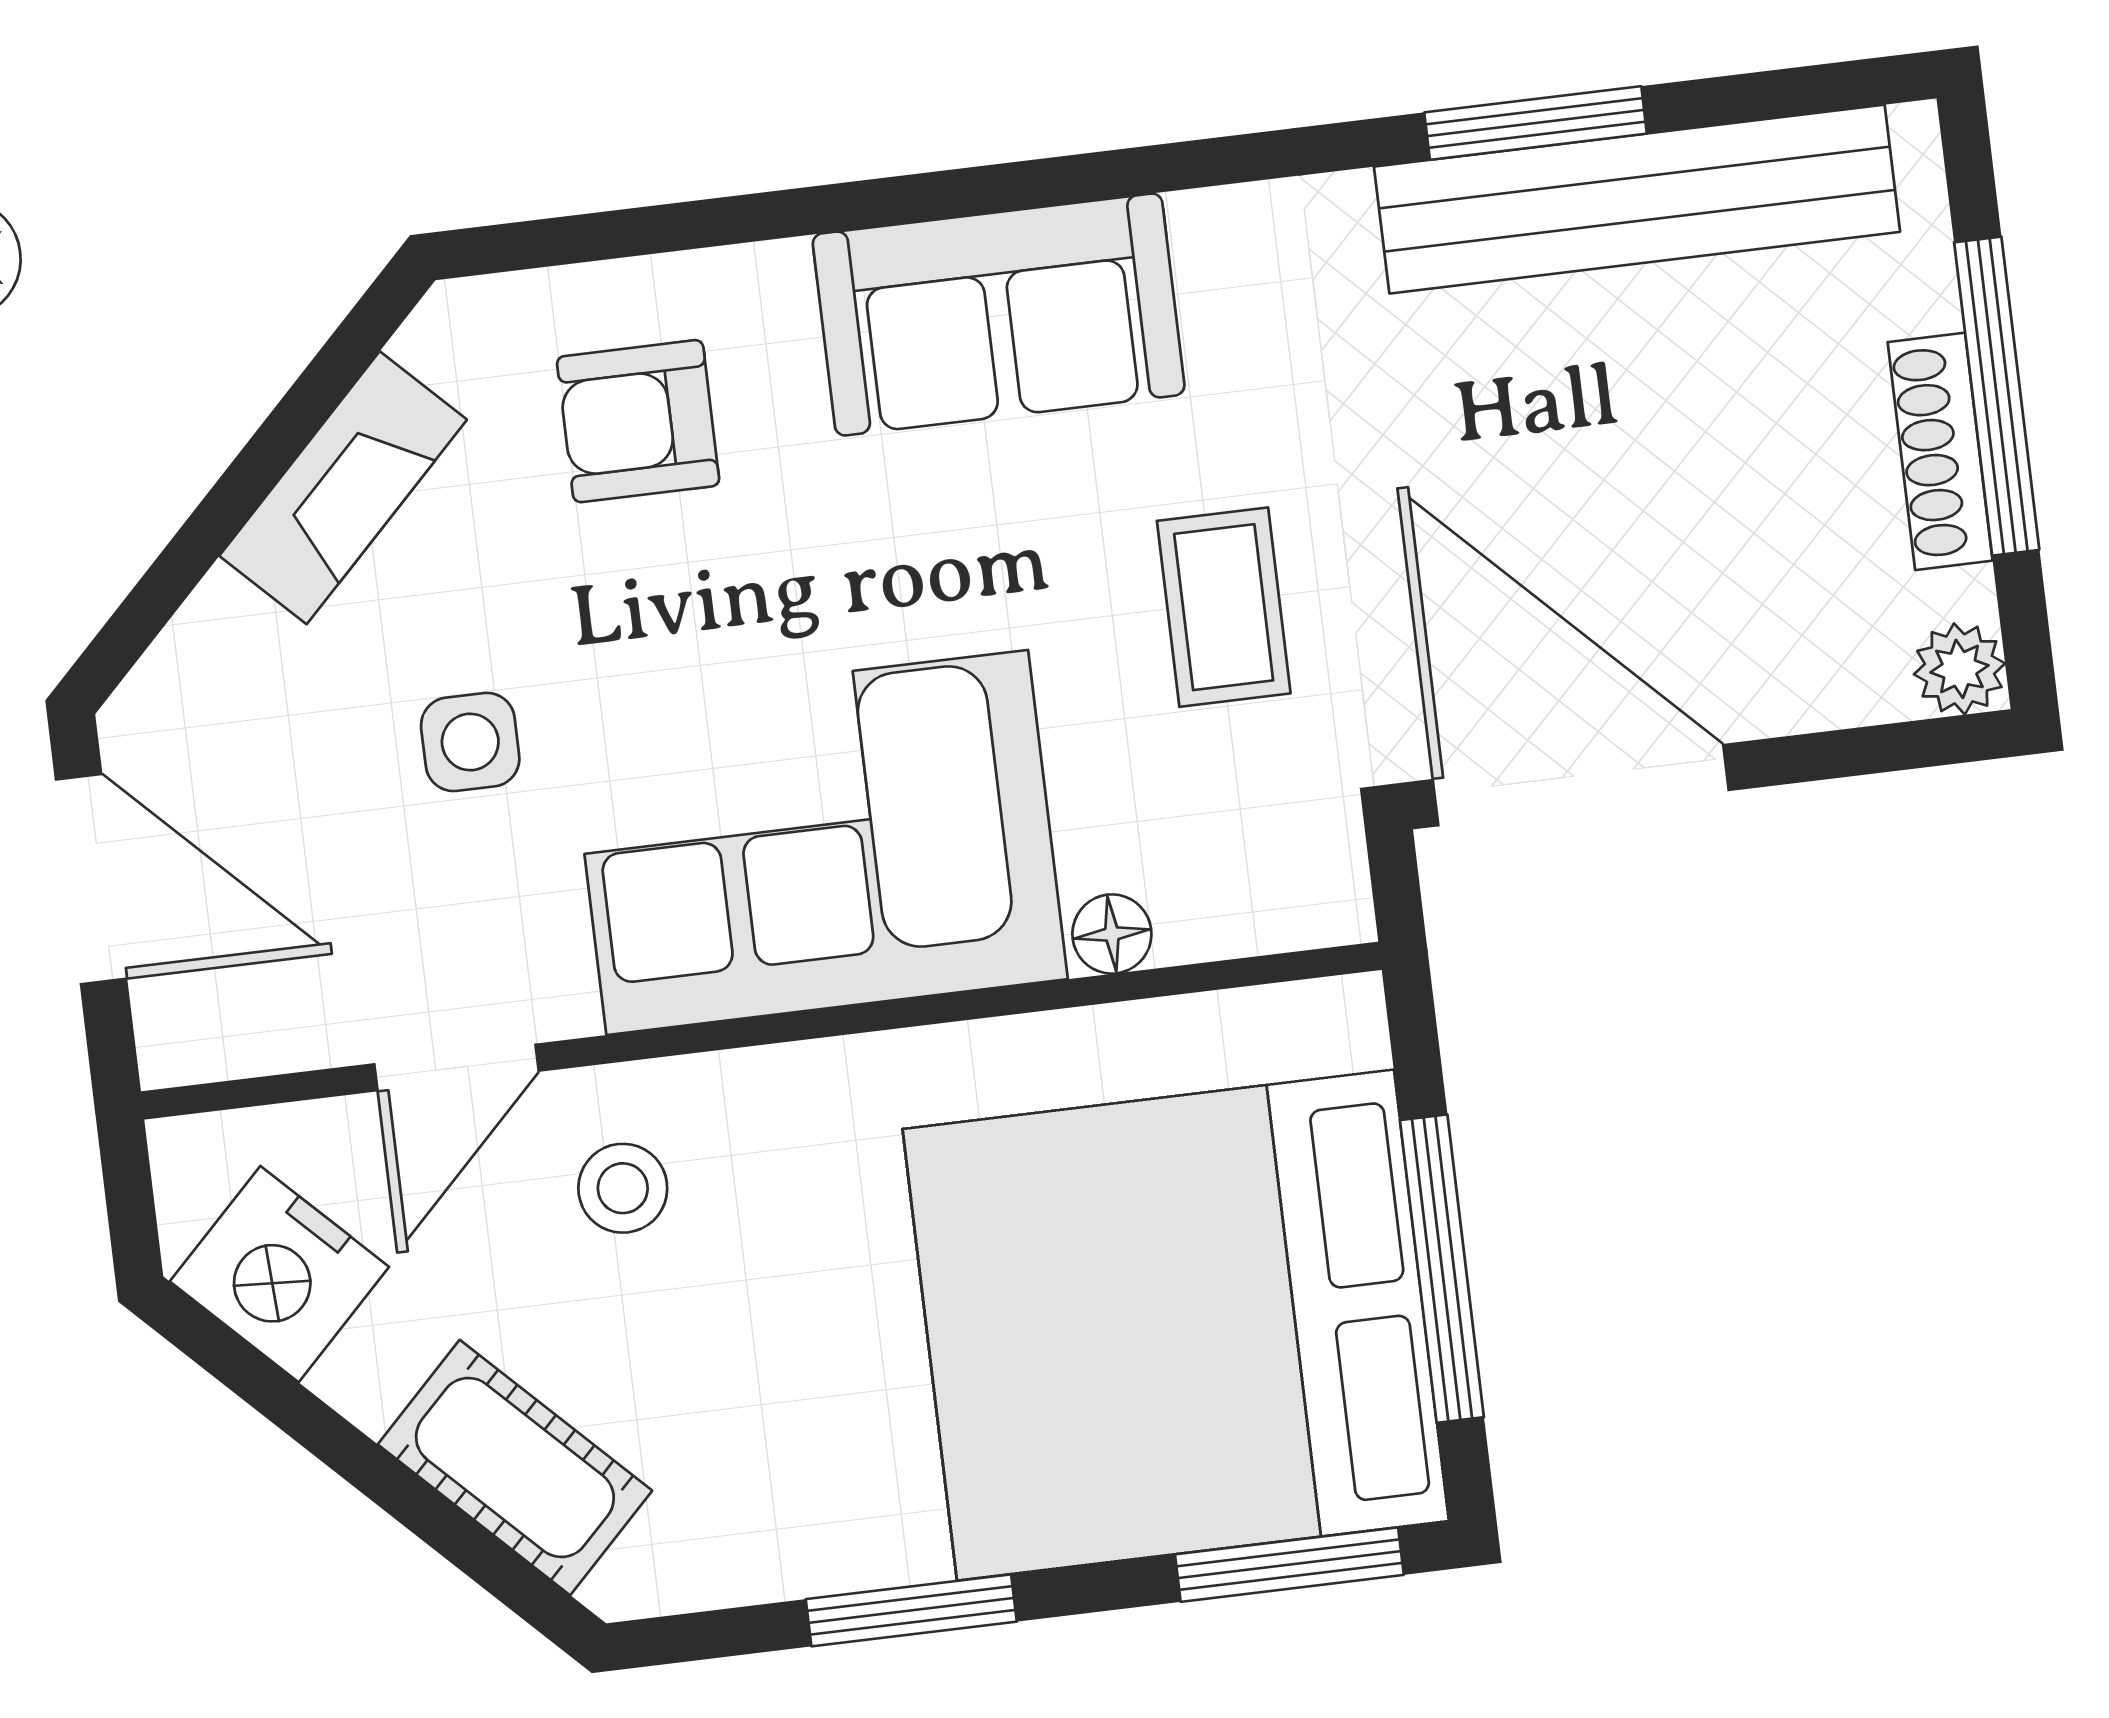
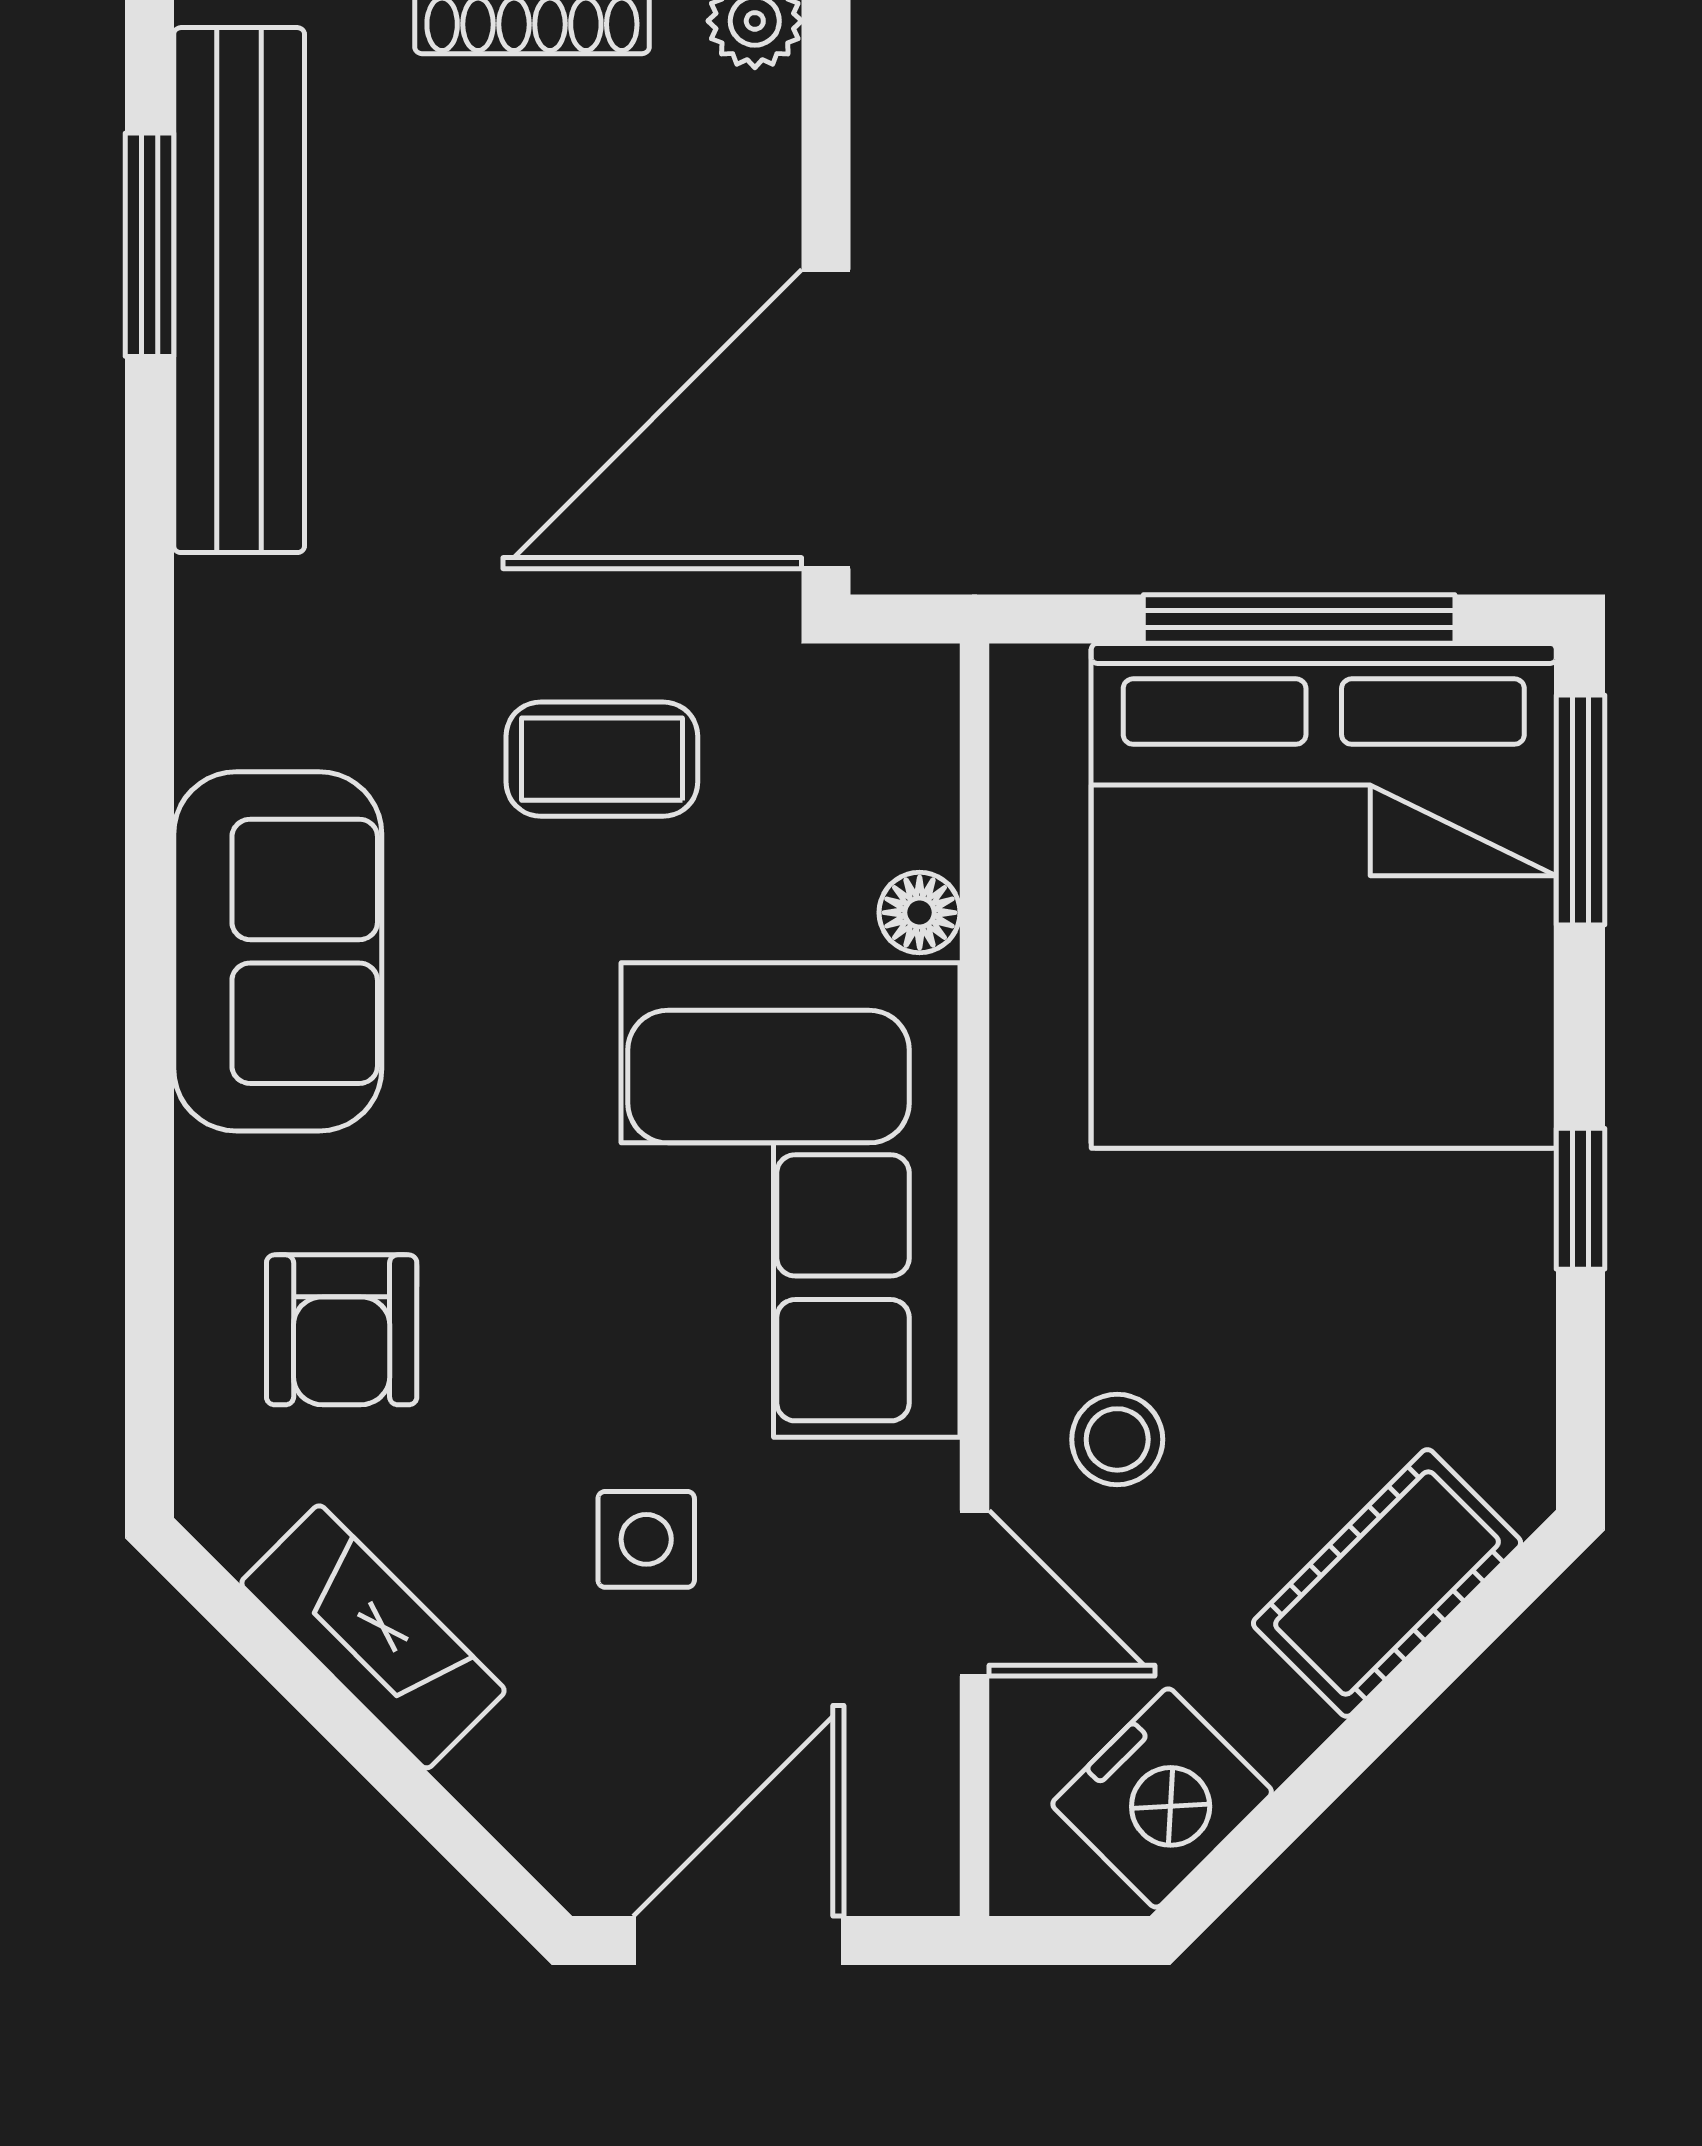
window: (1536, 123) -> (149, 245), moved
window: (911, 1610) -> (1580, 1199), width x0.67

